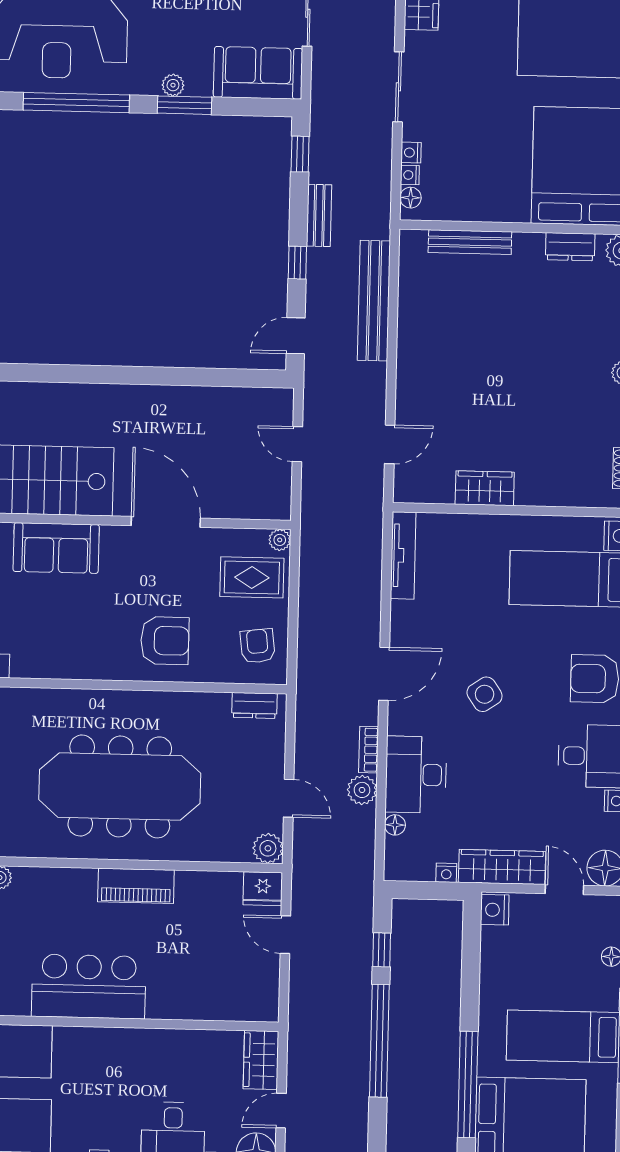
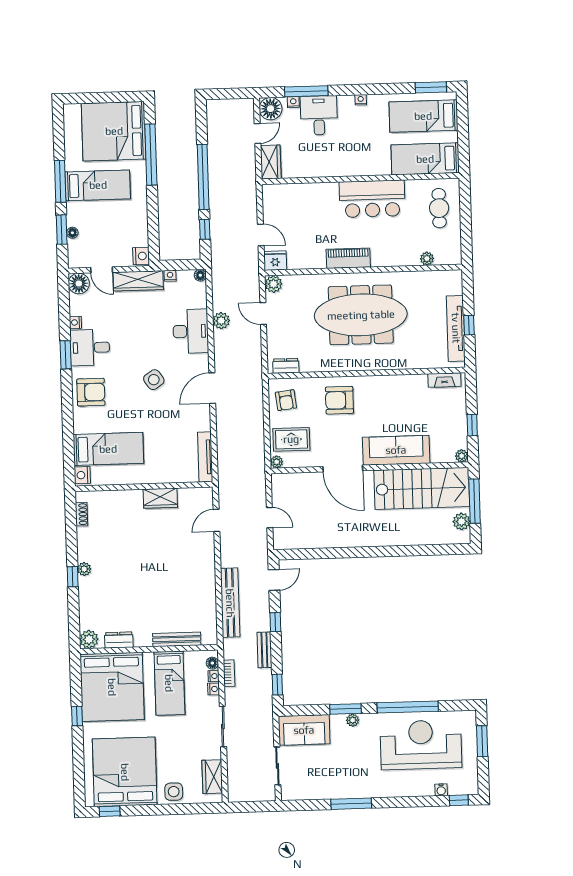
bed: (487, 167) -> (169, 683), added
sofa: (56, 548) -> (396, 450), width x1.36
bookcase: (369, 750) -> (229, 673), moved
floor lamp: (395, 825) -> (200, 275), moved

